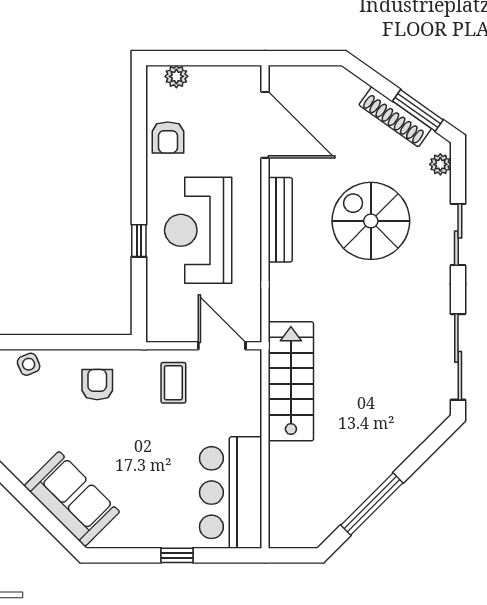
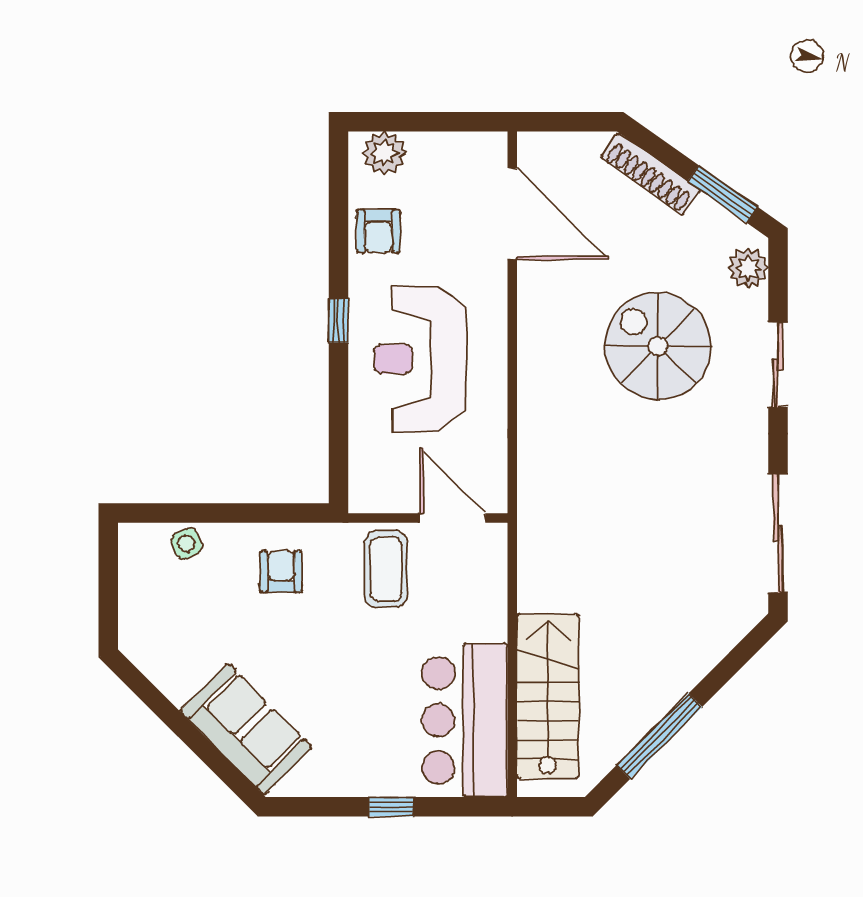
plant: (176, 76) -> (384, 153), width x1.38, depth x1.38
shoe rack: (395, 117) -> (650, 174), moved
plant: (440, 164) -> (748, 268), width x1.38, depth x1.38
bench: (280, 220) -> (533, 344), removed
window: (139, 241) -> (338, 321), moved
stairs: (291, 381) -> (548, 696), moved
coffee table: (173, 383) -> (386, 569), width x1.36, depth x1.30

